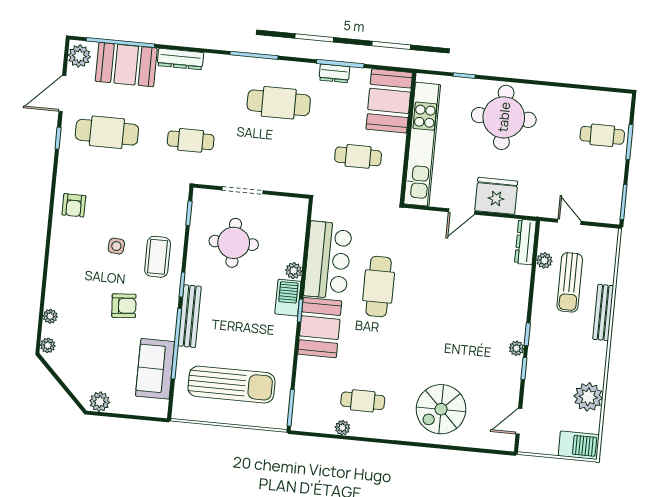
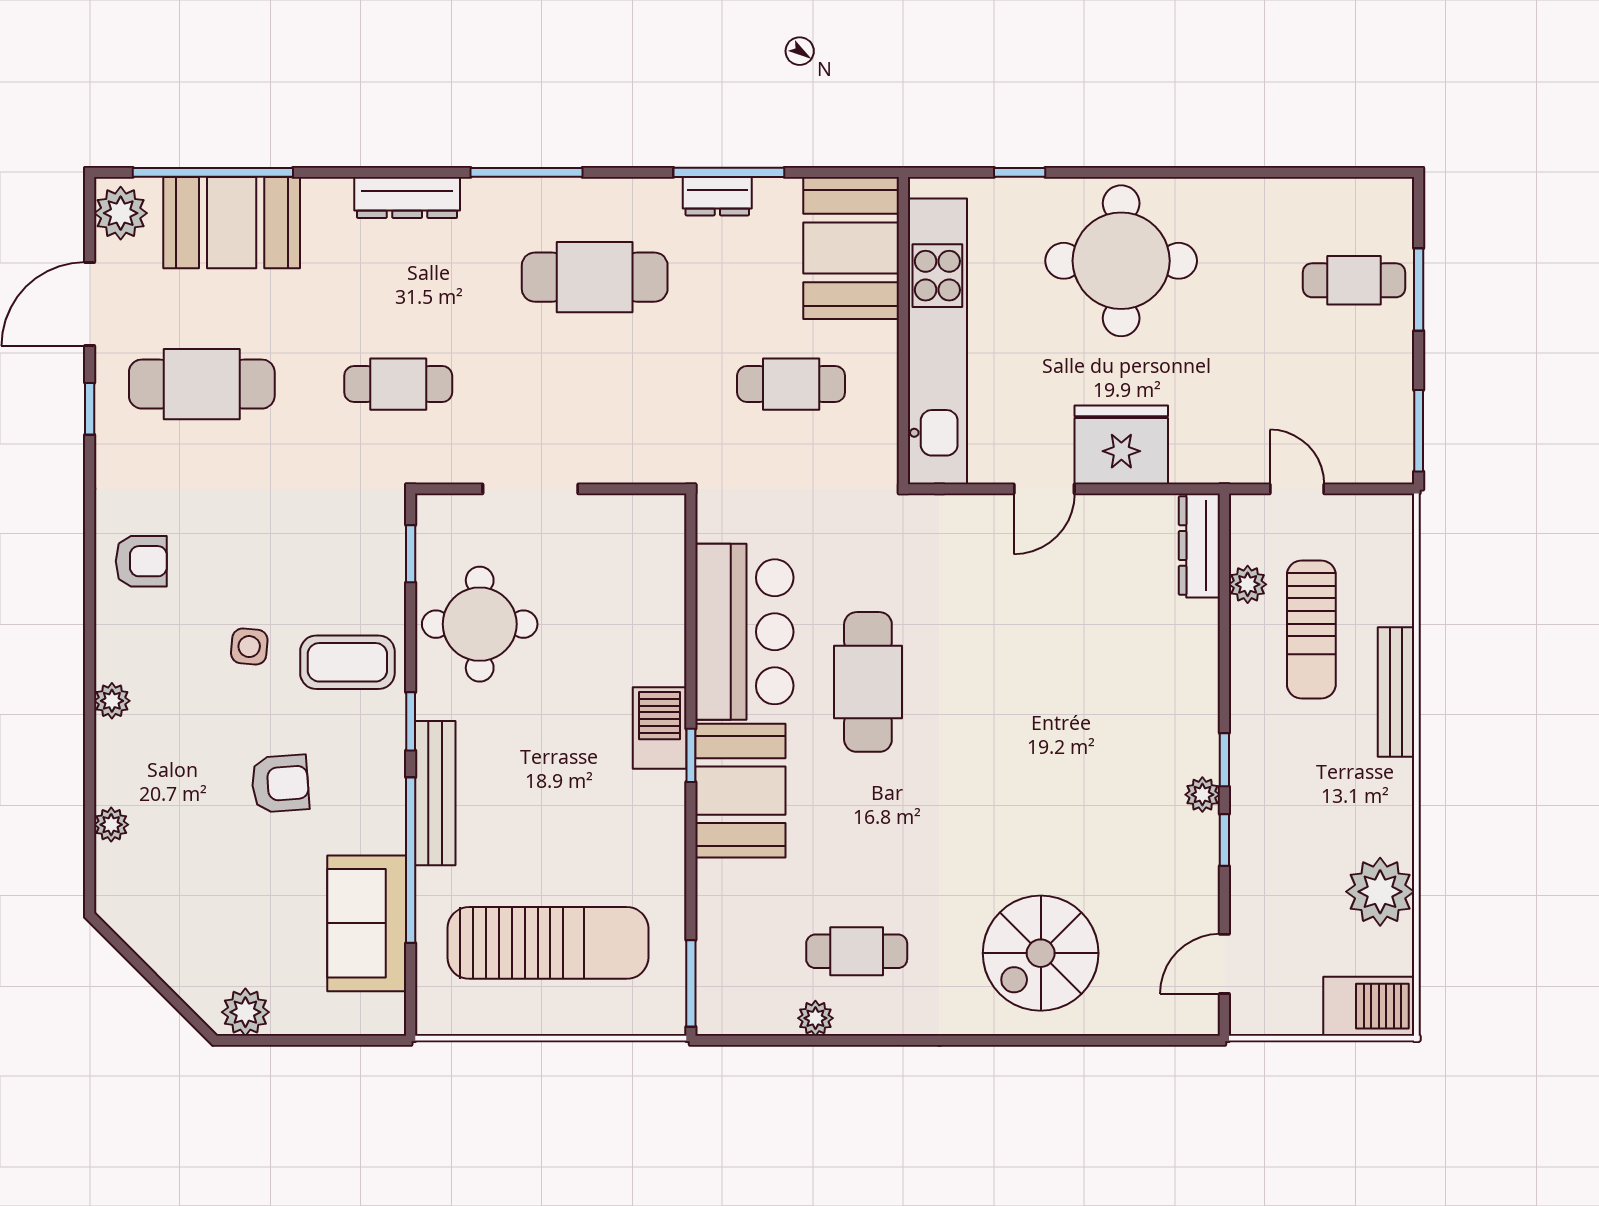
dresser: (180, 59) -> (407, 197), moved
armchair: (74, 205) -> (141, 561), turned -90
round table: (234, 243) -> (480, 624), moved
coffee table: (158, 257) -> (347, 662), turned 90
plant: (294, 271) -> (667, 664), removed
plant: (48, 345) -> (112, 701), moved

